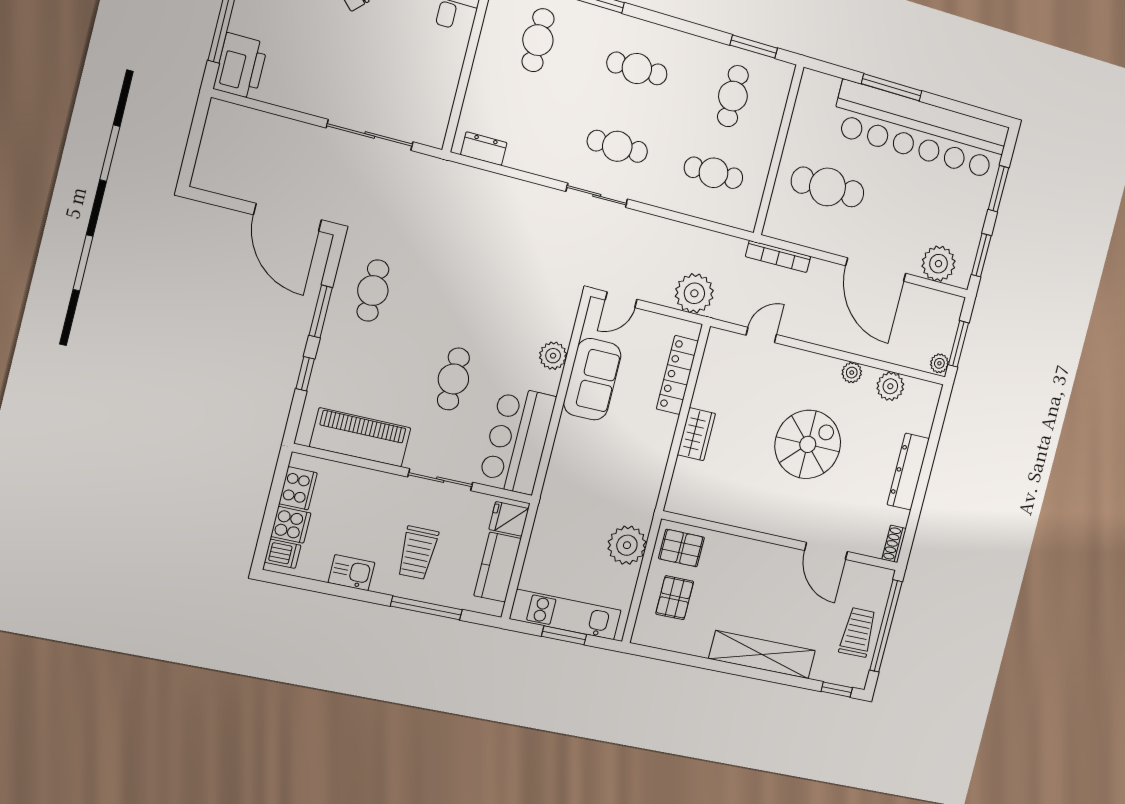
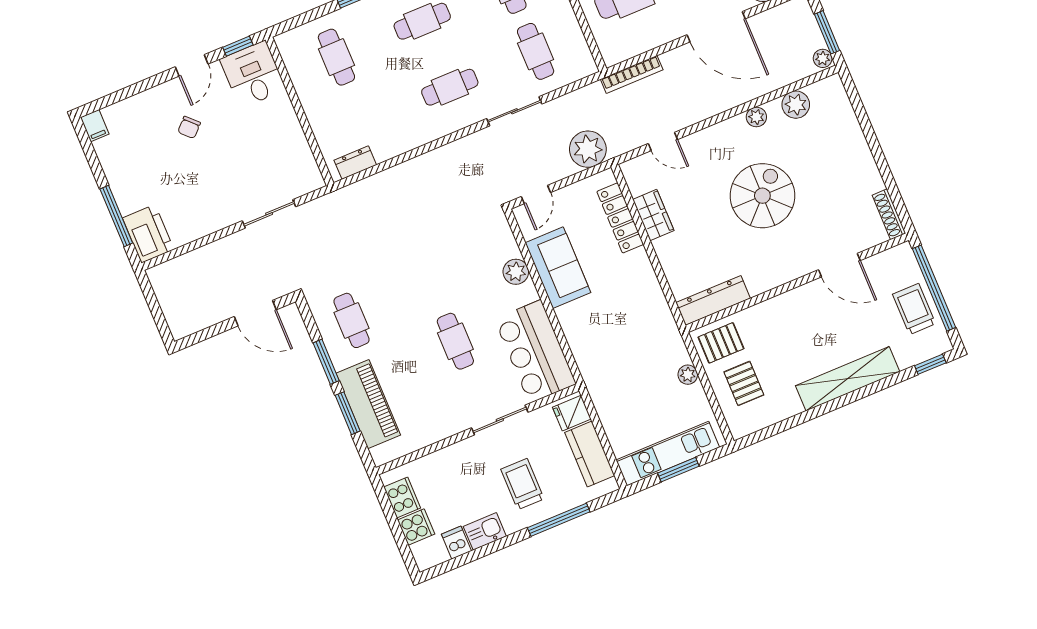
sliding door: (370, 135) -> (269, 214), width x0.73
cafe table: (714, 173) -> (536, 51), turned 90
sliding door: (597, 195) -> (514, 111), moved
door: (288, 217) -> (255, 313), width x0.73
door: (761, 335) -> (663, 141), swing flipped
window: (305, 374) -> (348, 413), width x1.50
wardrobe: (696, 434) -> (653, 215), moved
piano: (360, 437) -> (368, 404), moved, turned 90
dresser: (908, 472) -> (713, 300), moved, turned 90
shoe rack: (894, 544) -> (889, 214), width x1.43
plant: (627, 545) -> (688, 375), width x0.53, depth x0.53
trolley: (418, 553) -> (522, 484), turned 180
dishwasher: (283, 554) -> (456, 543), moved, turned -90

